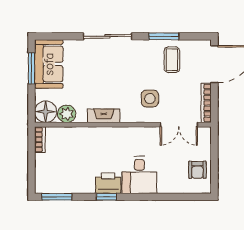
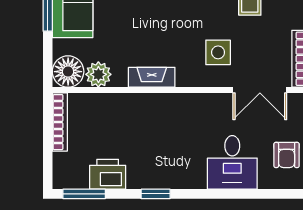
bookcase: (40, 140) -> (60, 122), width x1.56
desk: (139, 175) -> (232, 162), moved
printer: (108, 183) -> (108, 174), moved

